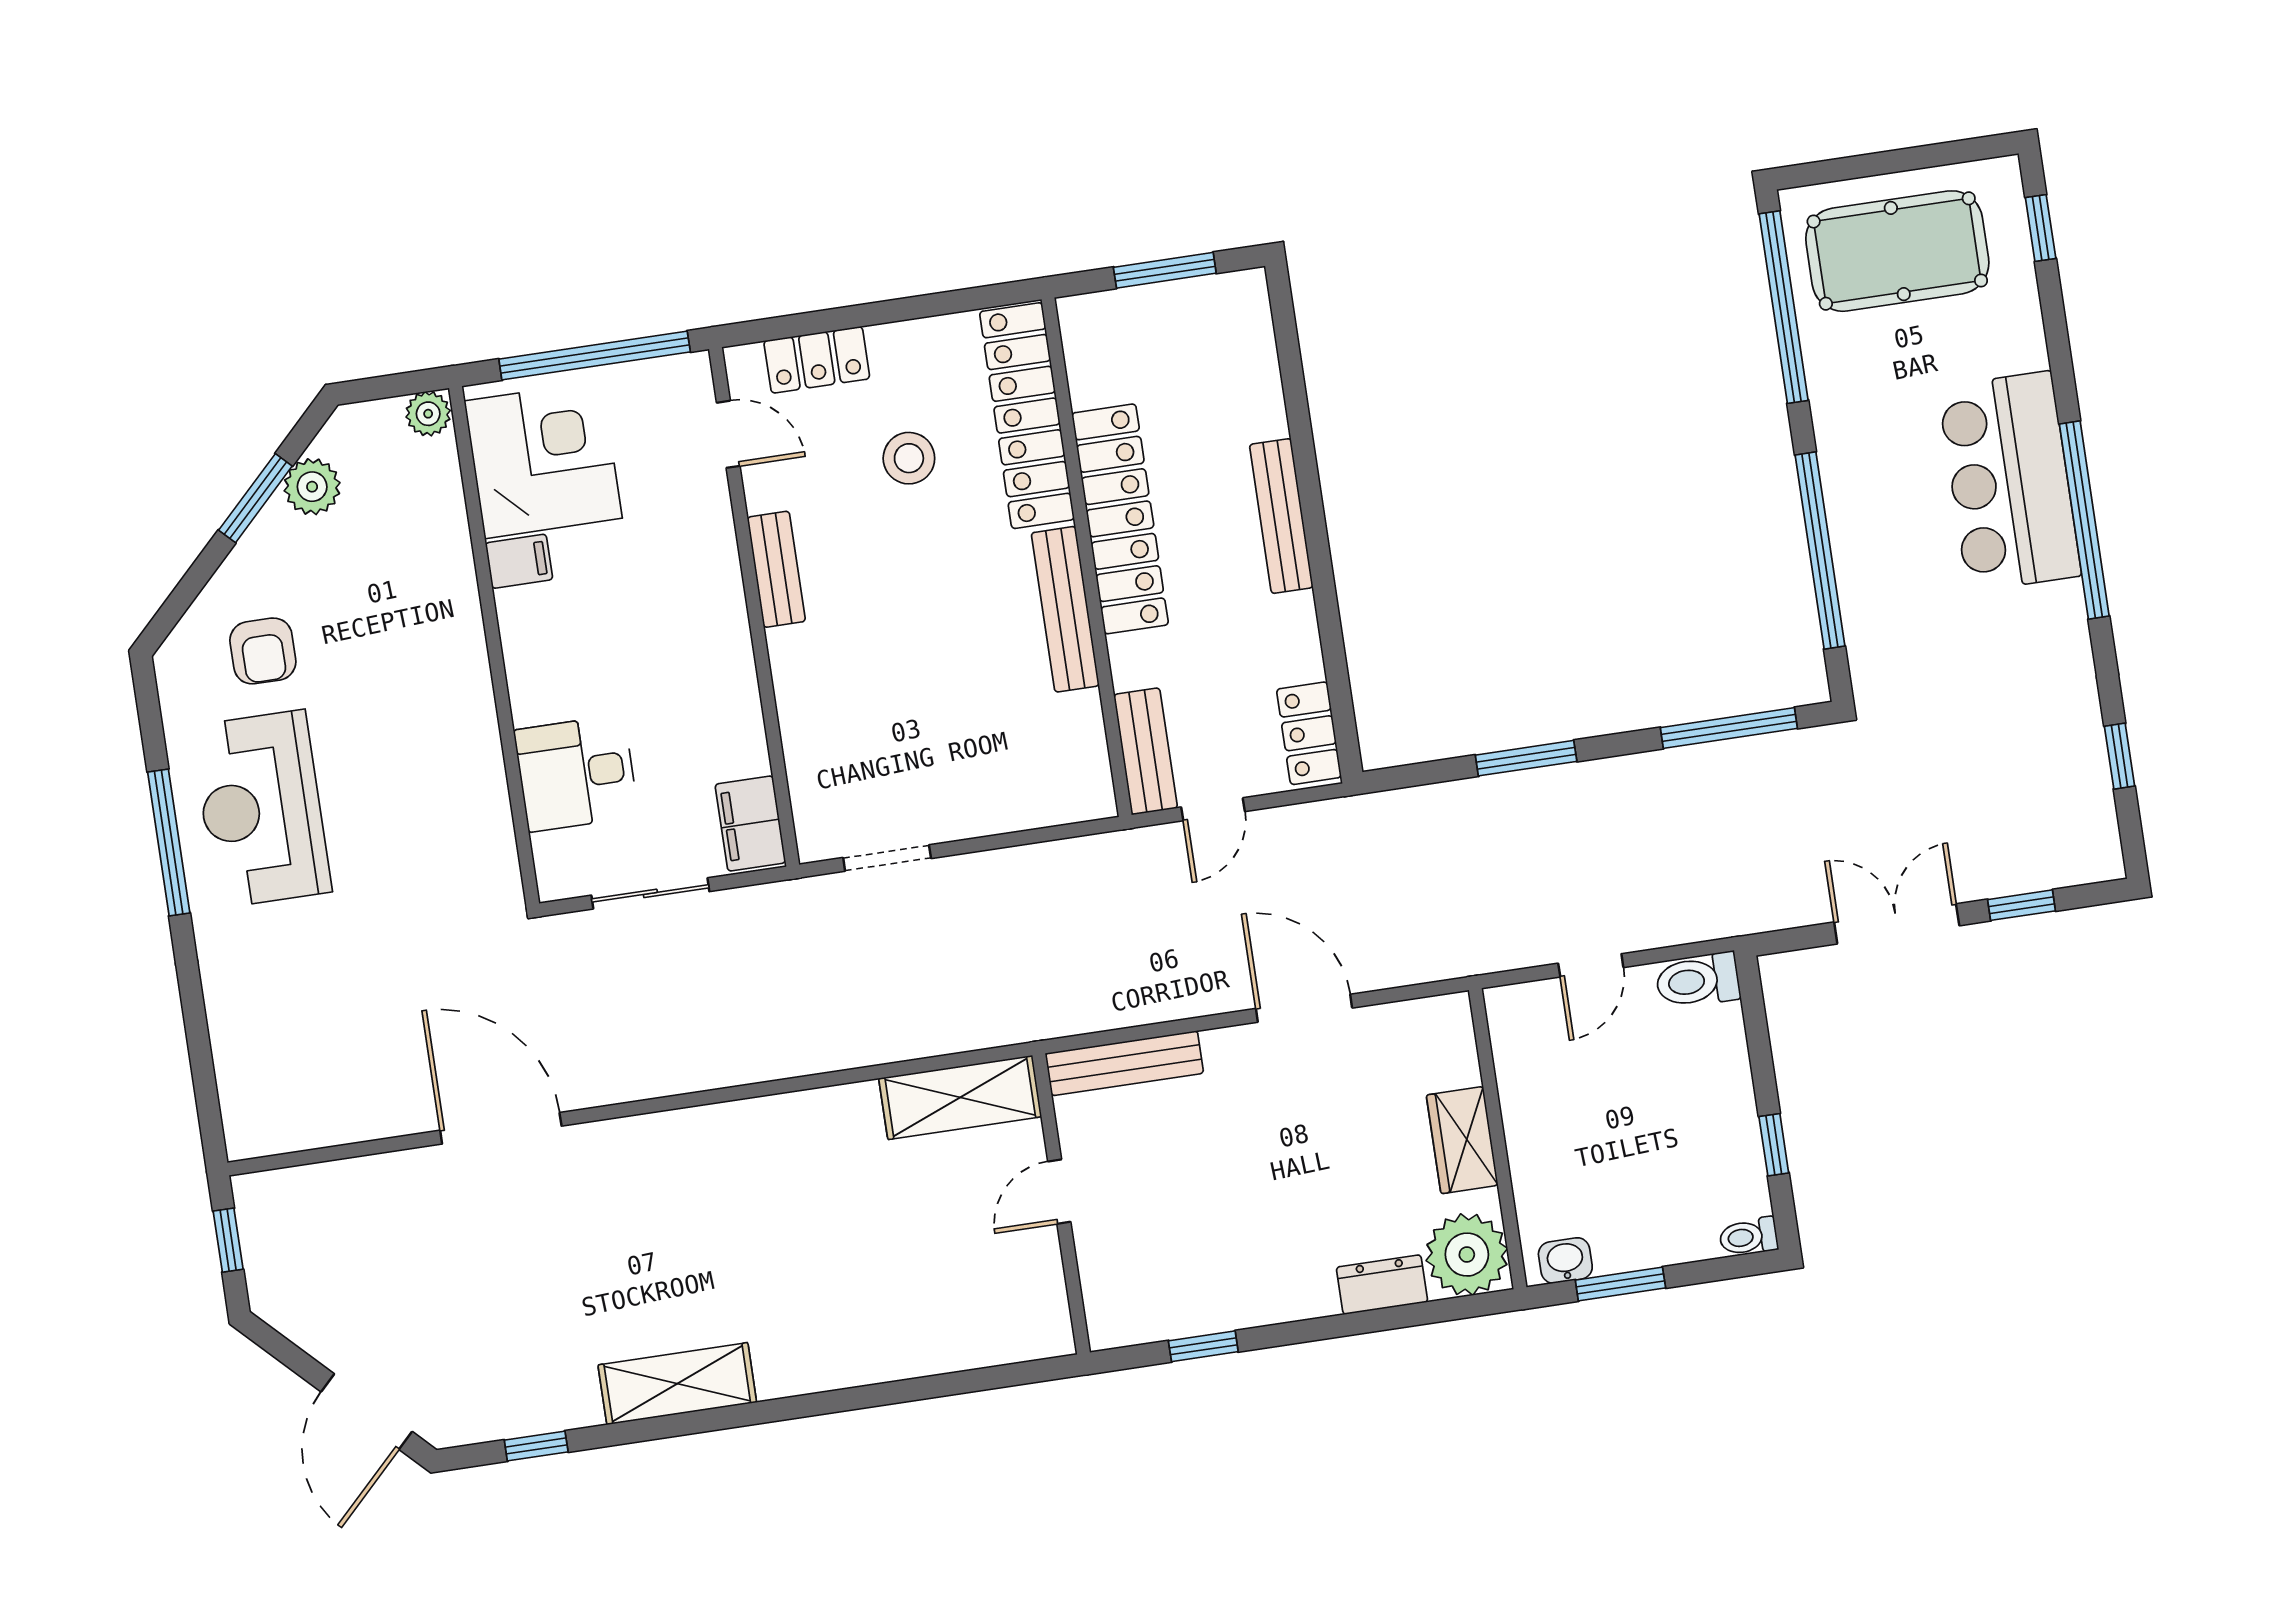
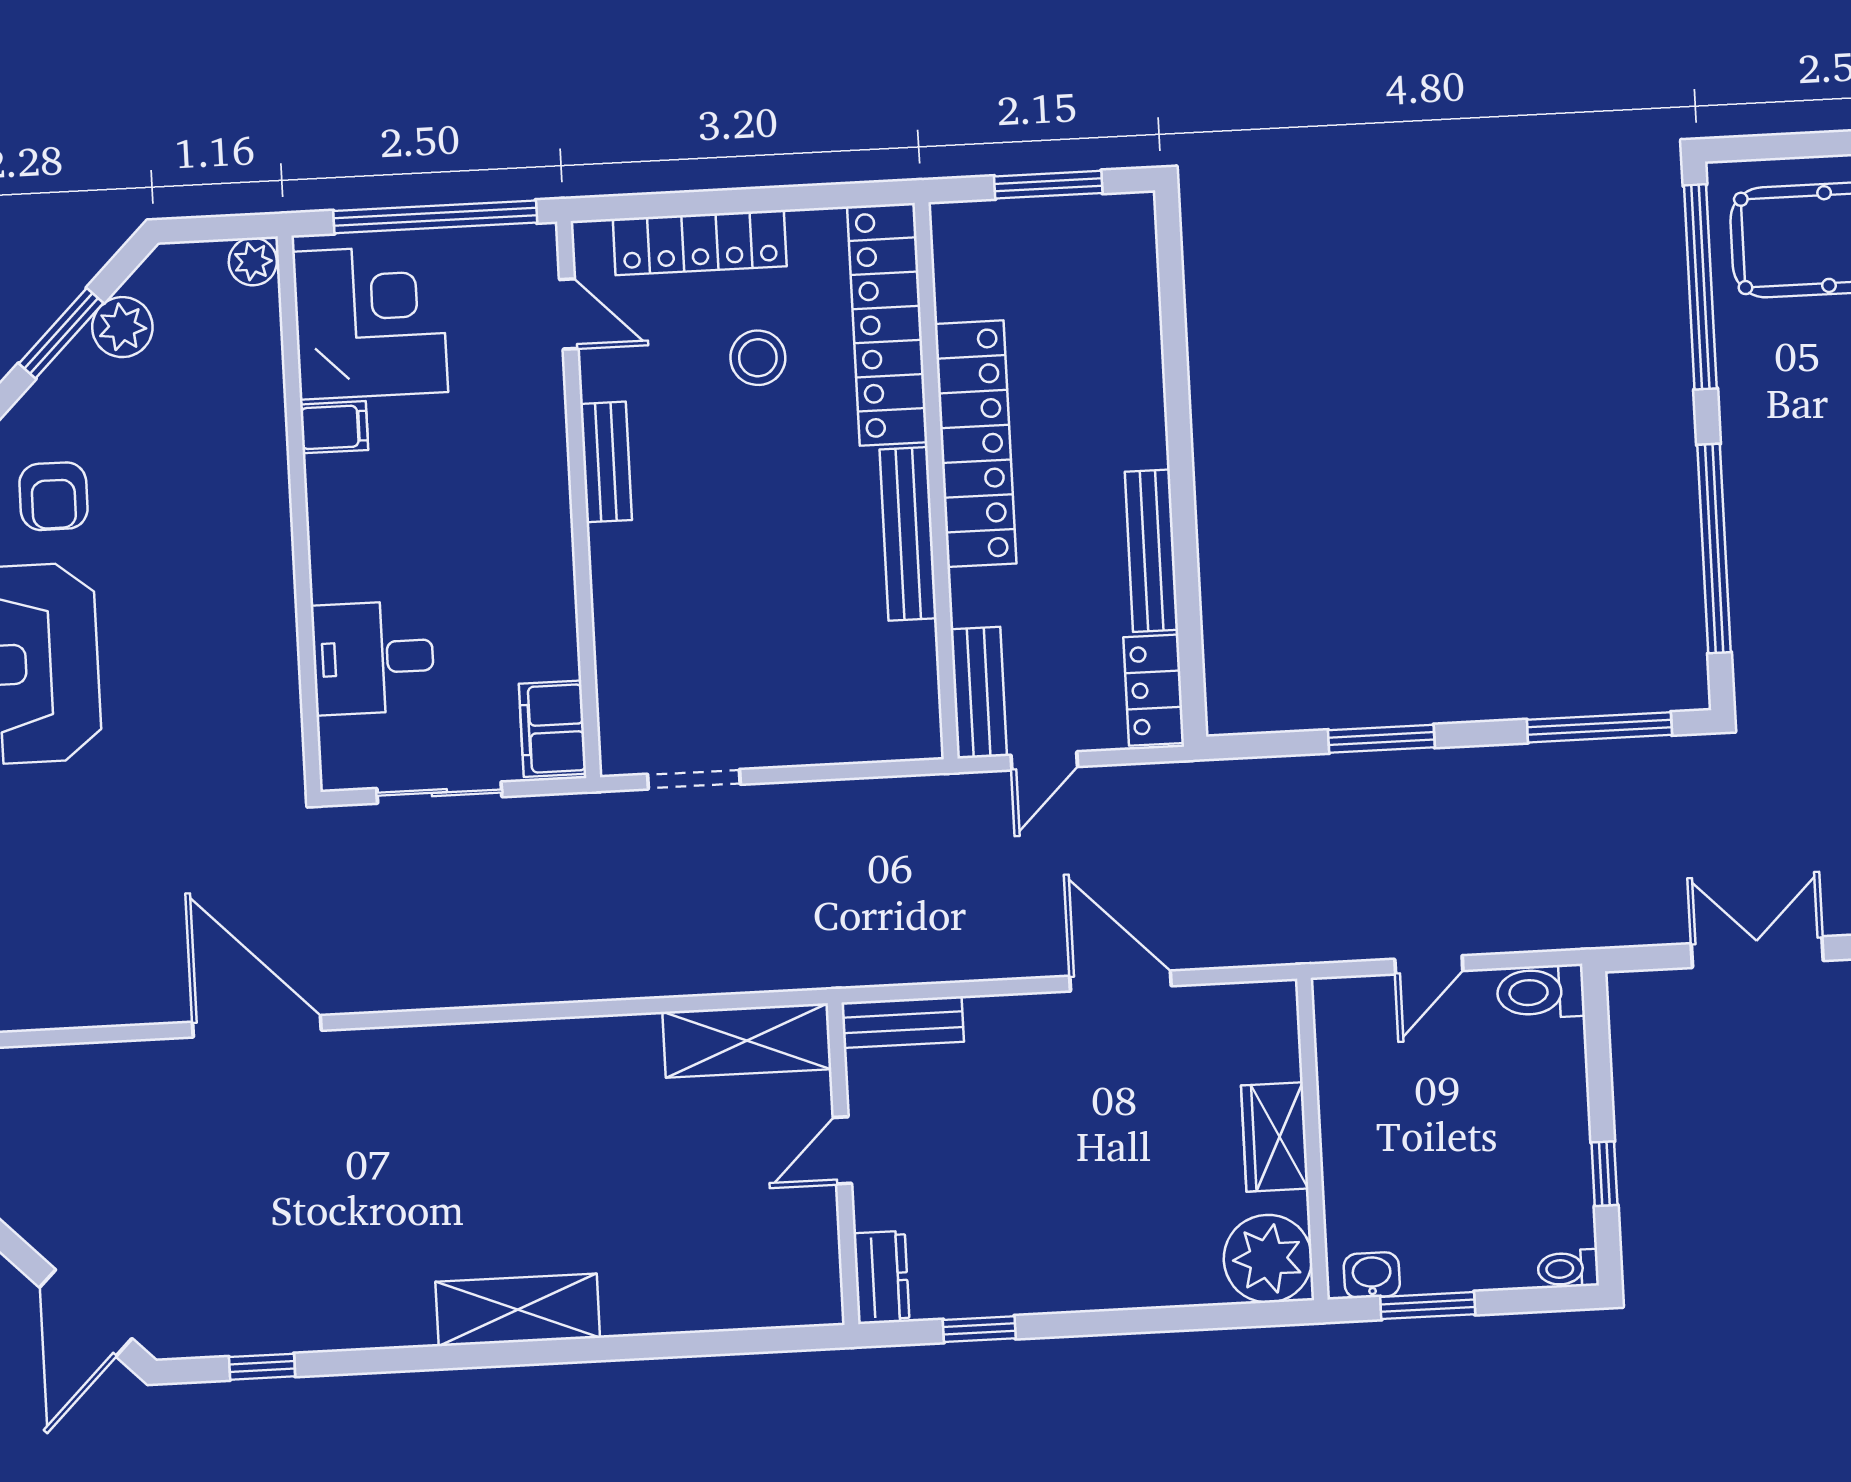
locker: (817, 360) -> (700, 243), width x1.53
bench: (1281, 516) -> (1151, 551), moved
bench: (1124, 1063) -> (903, 1022), width x0.73
dresser: (1382, 1285) -> (881, 1277), moved, turned 90
shelving: (677, 1384) -> (518, 1310), moved

